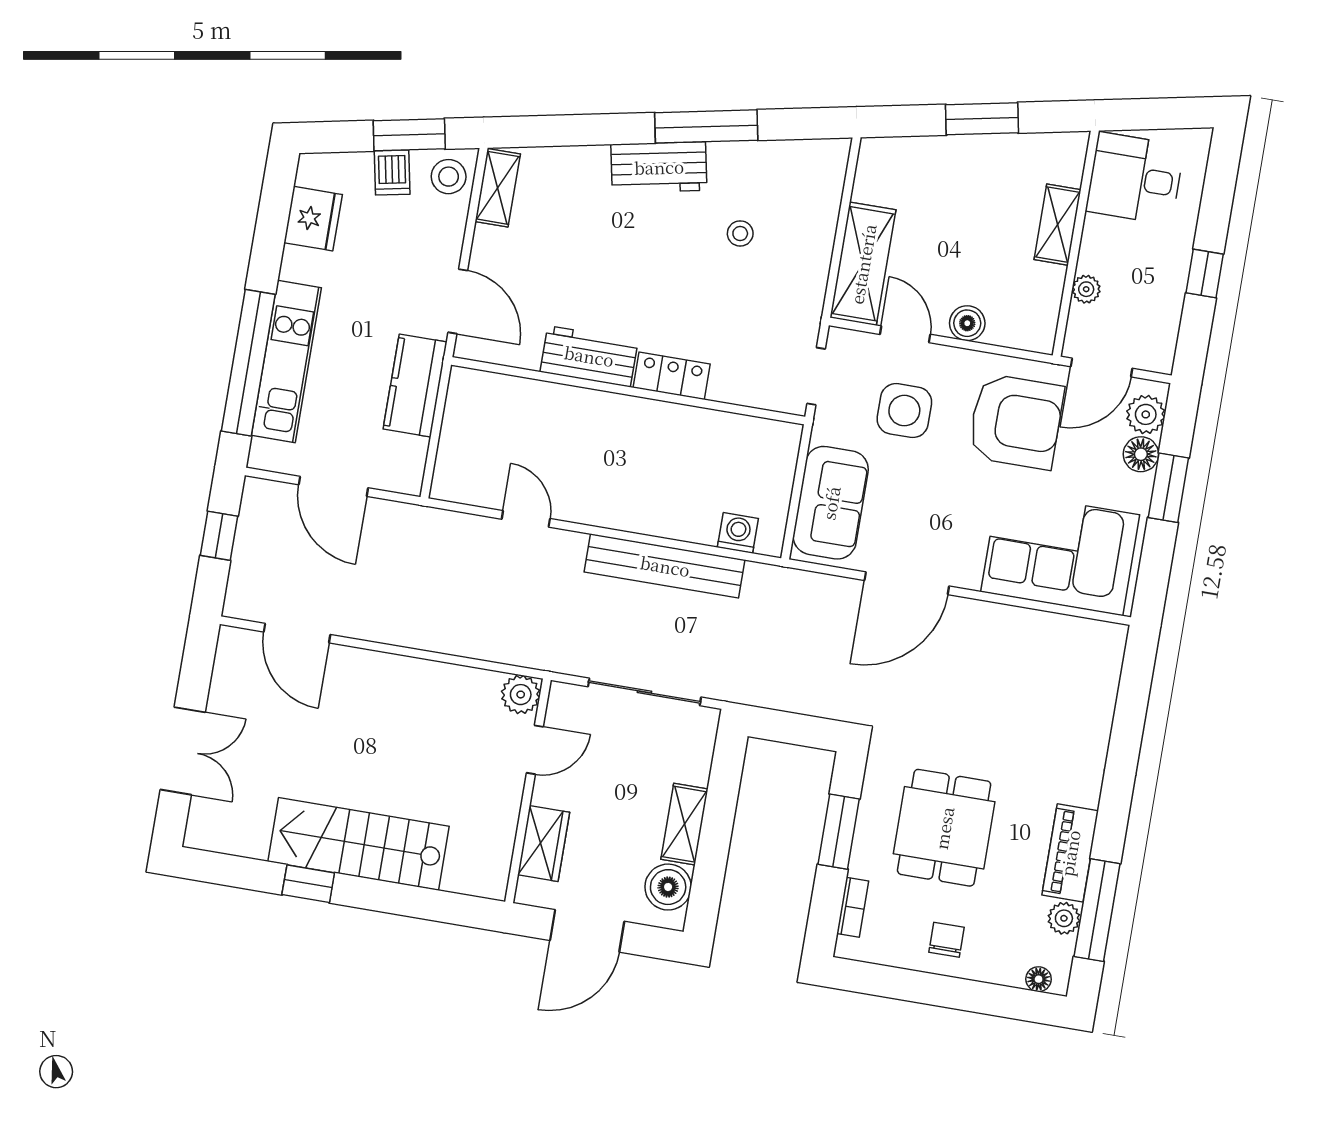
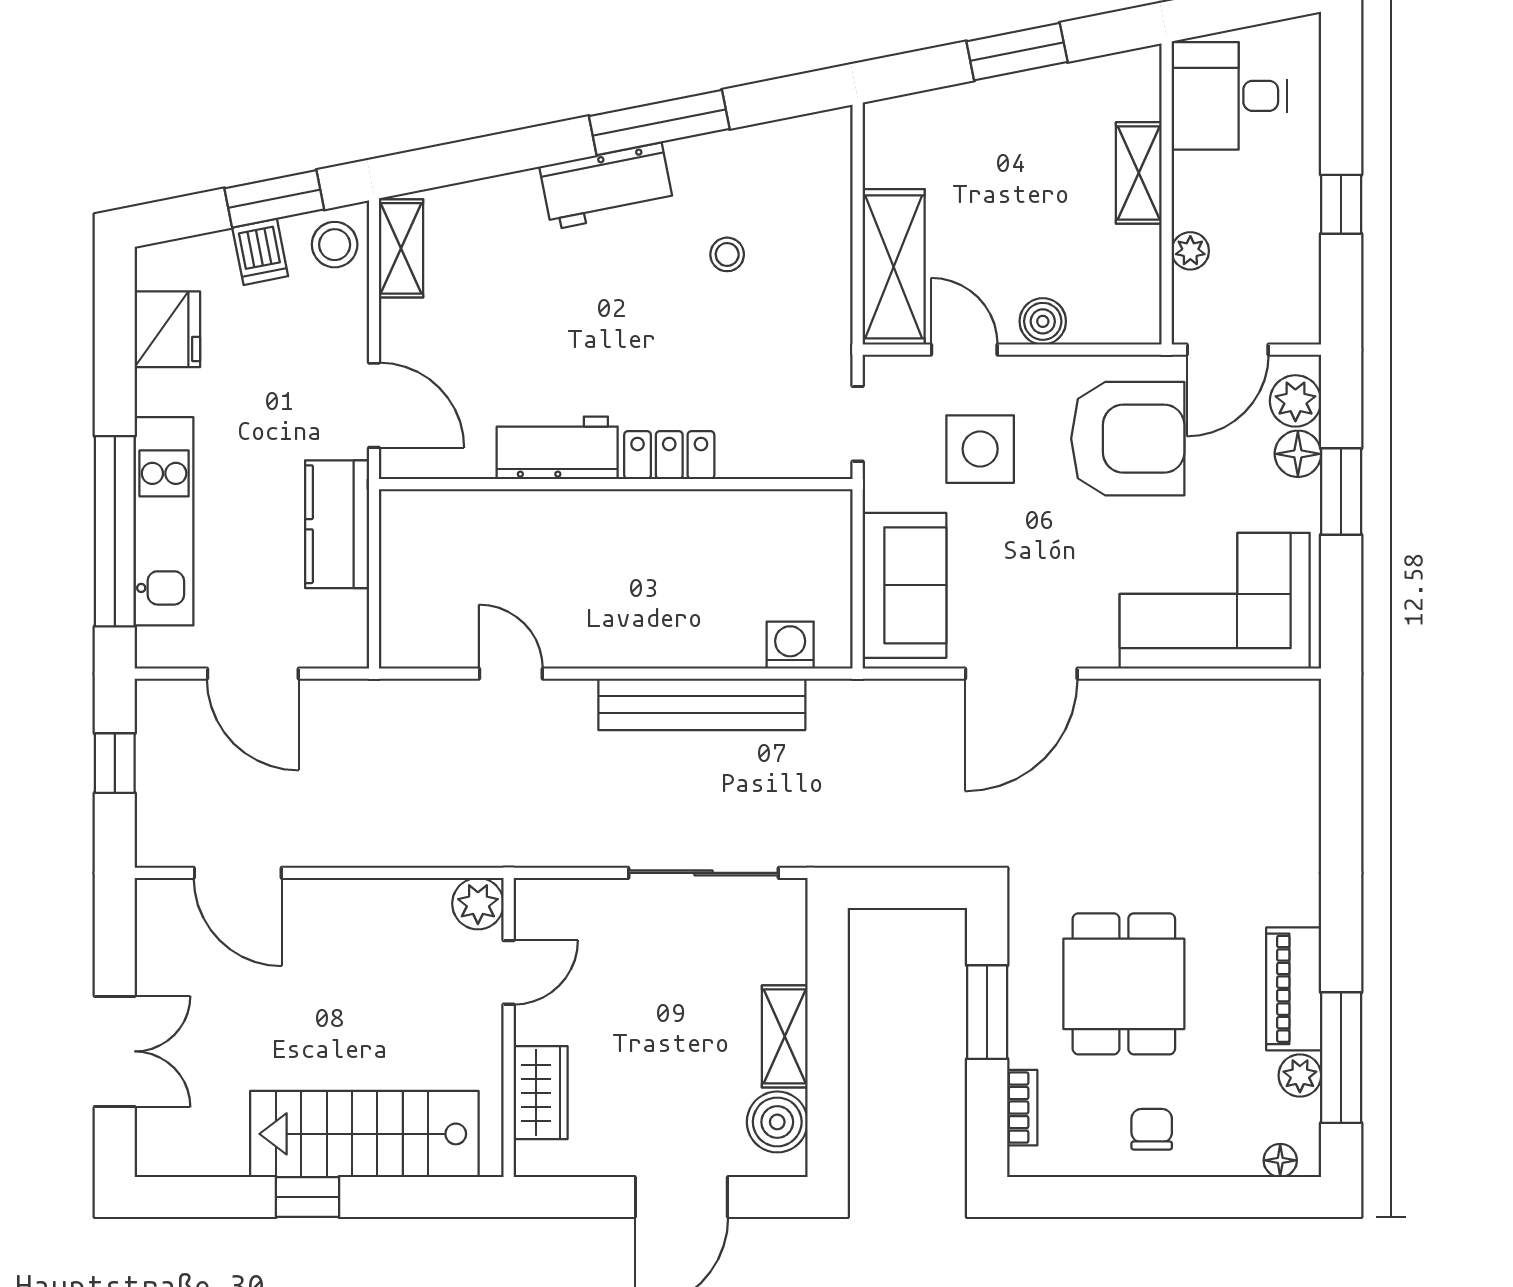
plant: (521, 695) -> (478, 904), moved
door: (535, 750) -> (509, 972), moved
wall: (528, 791) -> (509, 1027), moved
wardrobe: (544, 843) -> (541, 1093), moved

